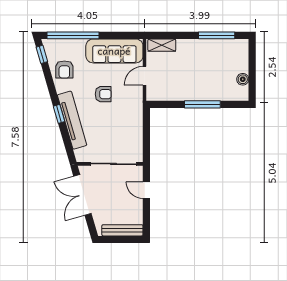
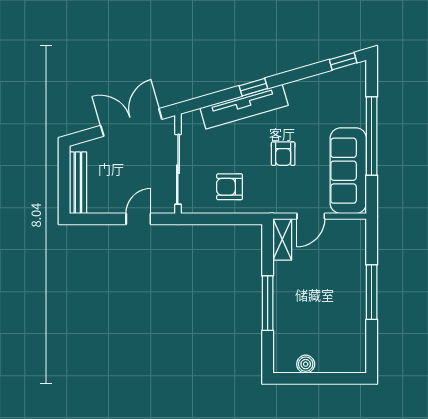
window: (73, 35) -> (372, 136), moved
window: (217, 35) -> (372, 292), moved
shelving: (162, 45) -> (282, 239), moved
armchair: (64, 69) -> (230, 187), moved
door: (145, 76) -> (311, 216), swing flipped

